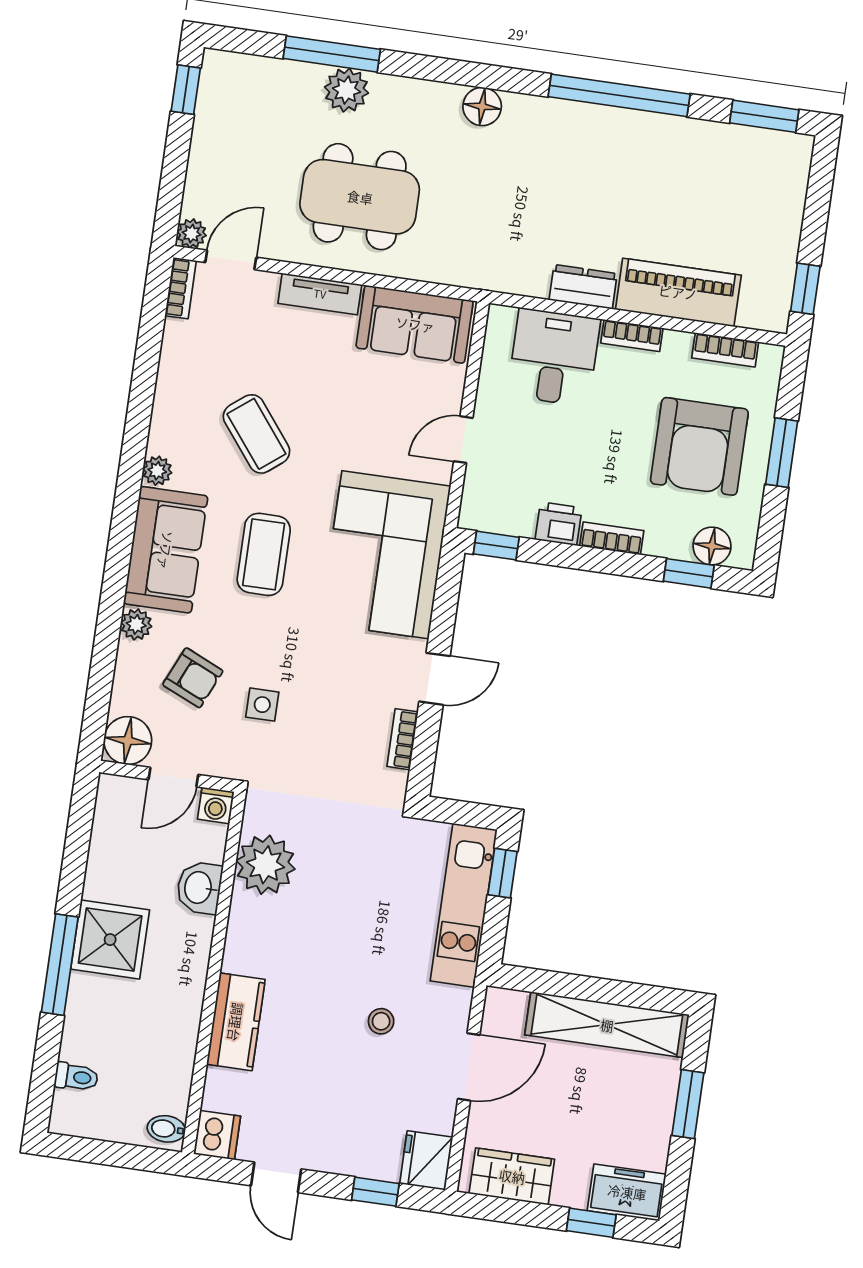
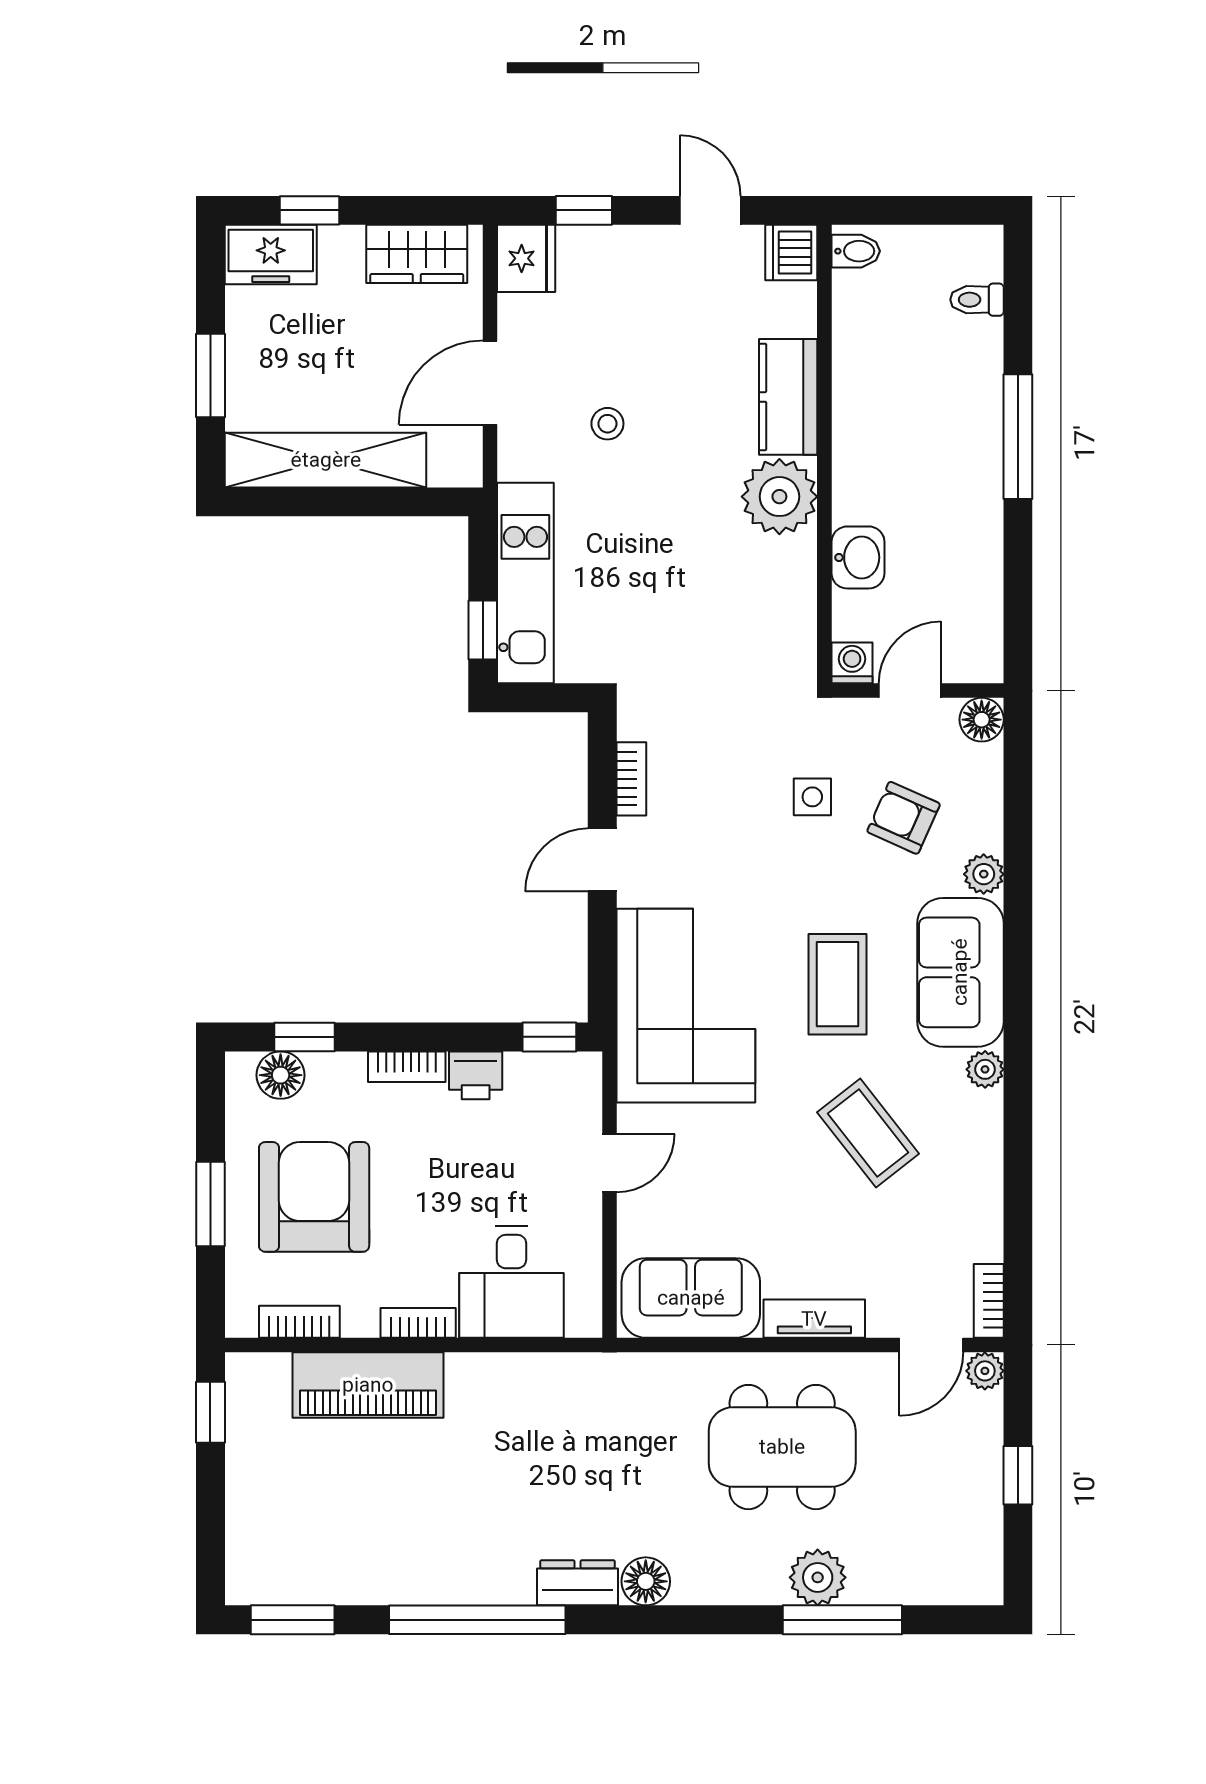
window: (186, 90) -> (1018, 1475), moved
dresser: (583, 287) -> (578, 1583), moved, turned 180
floor lamp: (128, 741) -> (982, 720), width x0.73, depth x0.73
plant: (266, 865) -> (779, 497), moved
shower: (110, 940) -> (960, 477), removed

